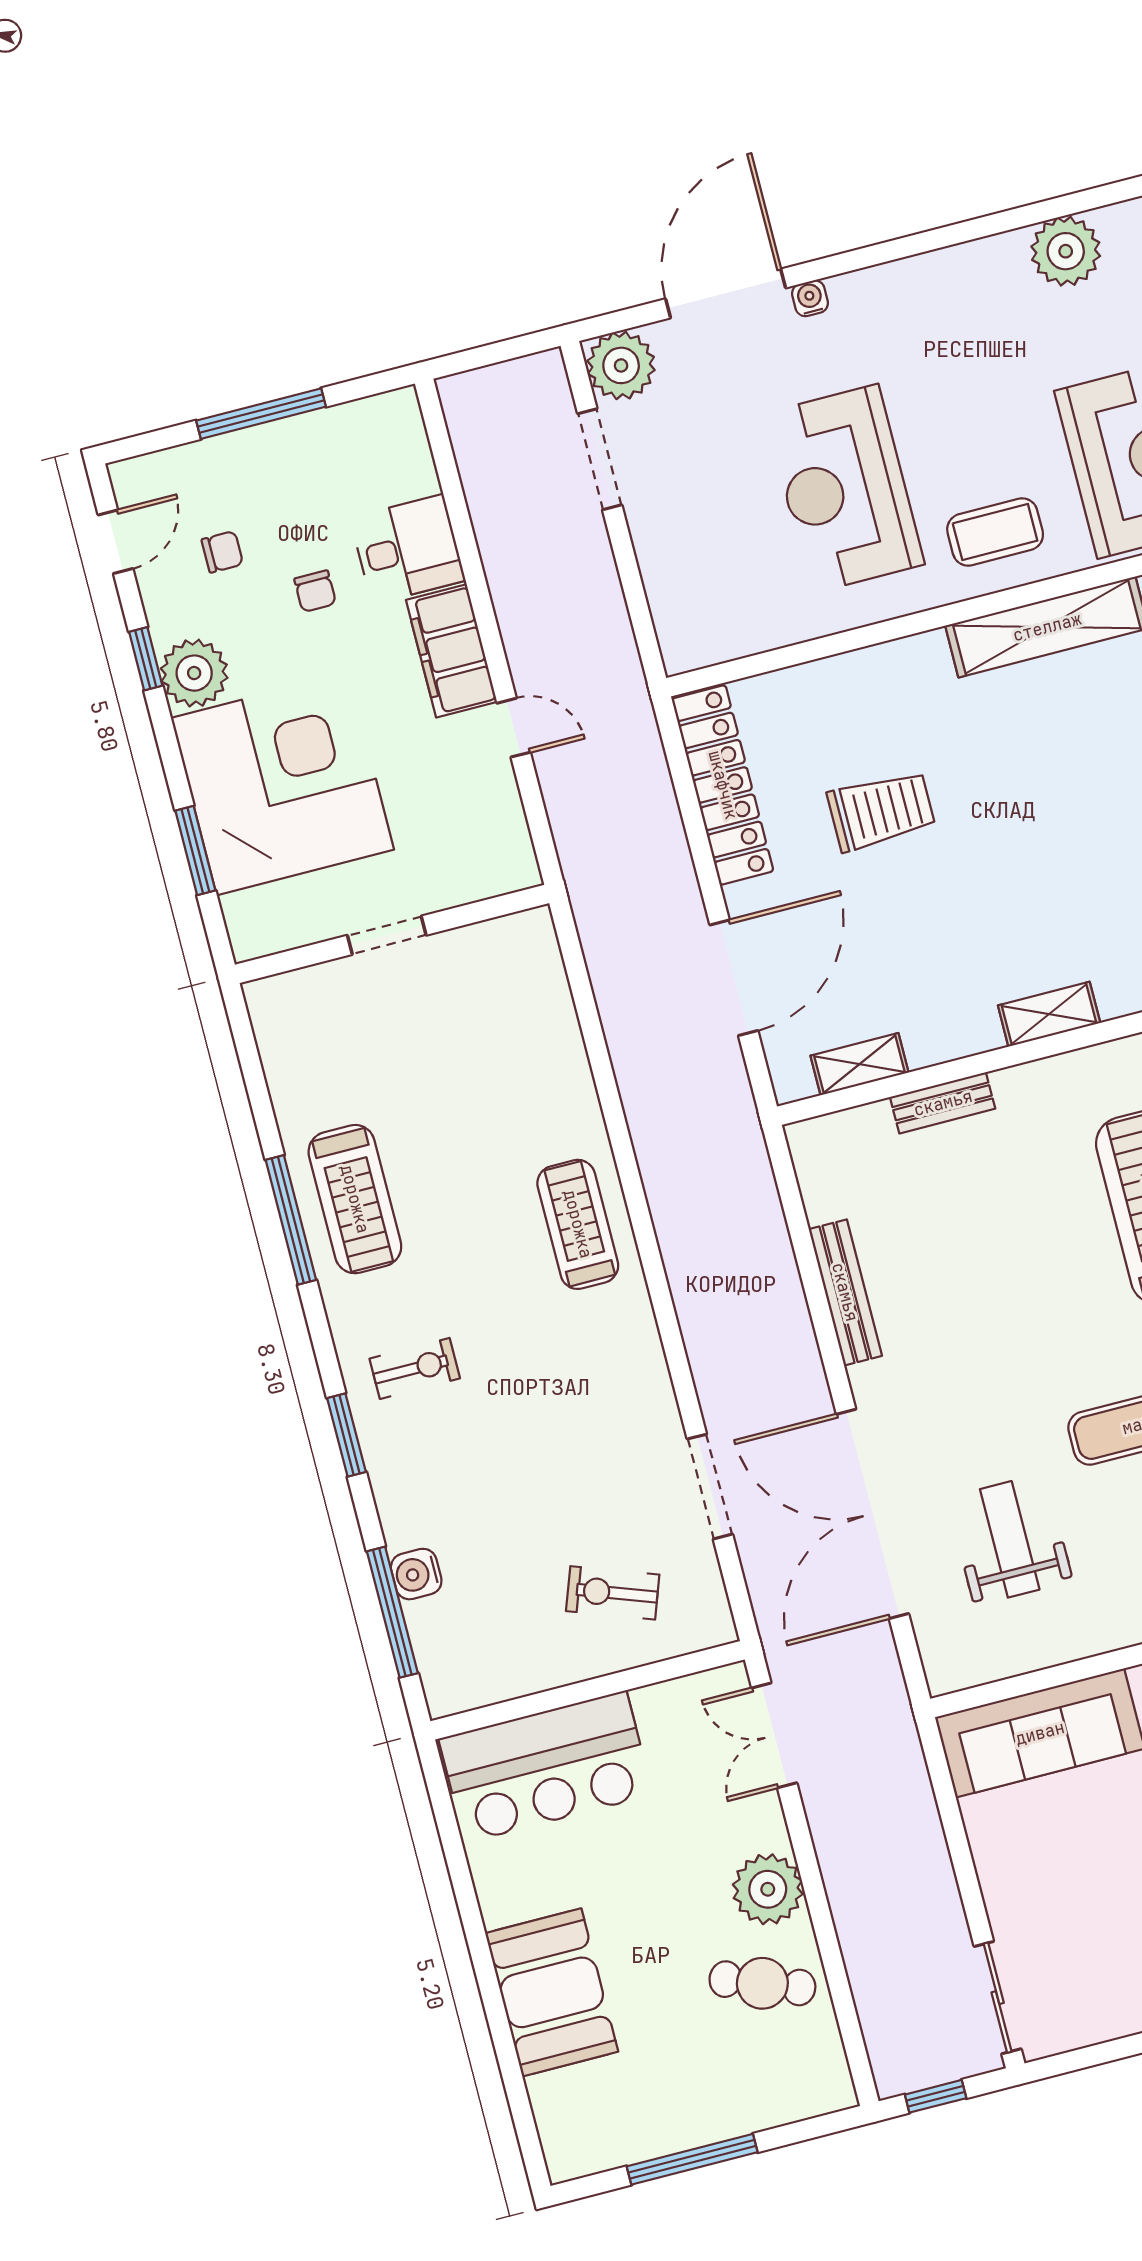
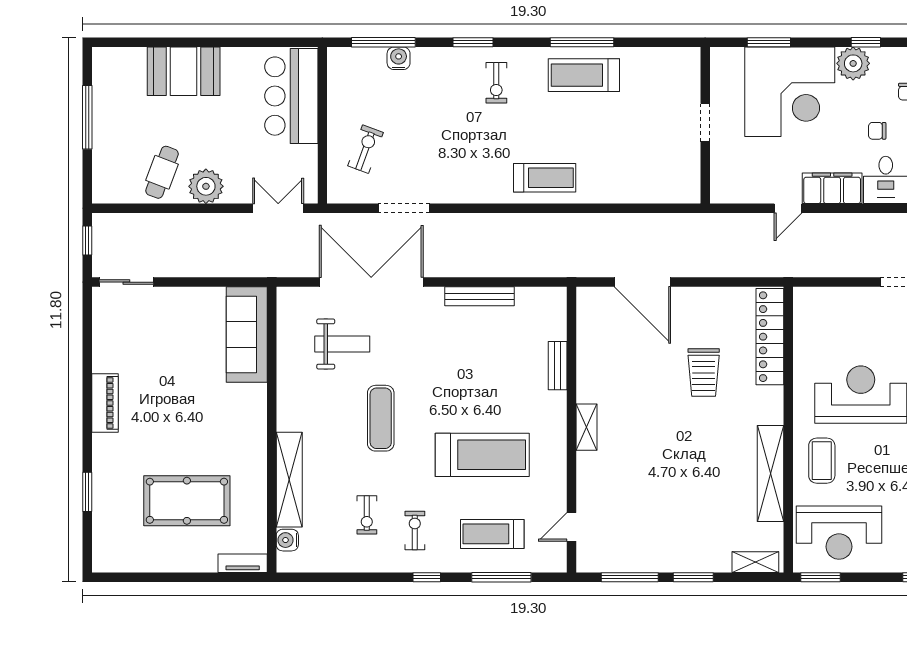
locker: (723, 785) -> (770, 337), moved, turned 90
shelving: (860, 1064) -> (586, 331), removed

